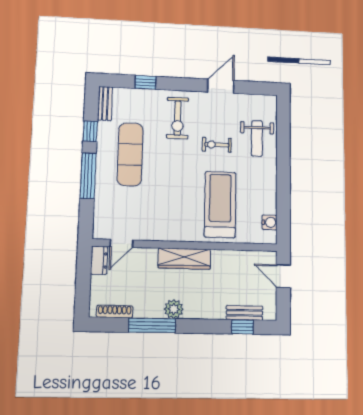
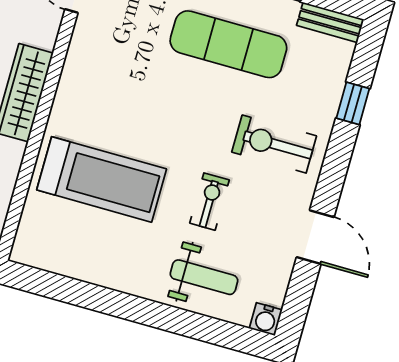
weight bench: (257, 138) -> (204, 277), turned 180
water cooler: (269, 222) -> (266, 319), moved

